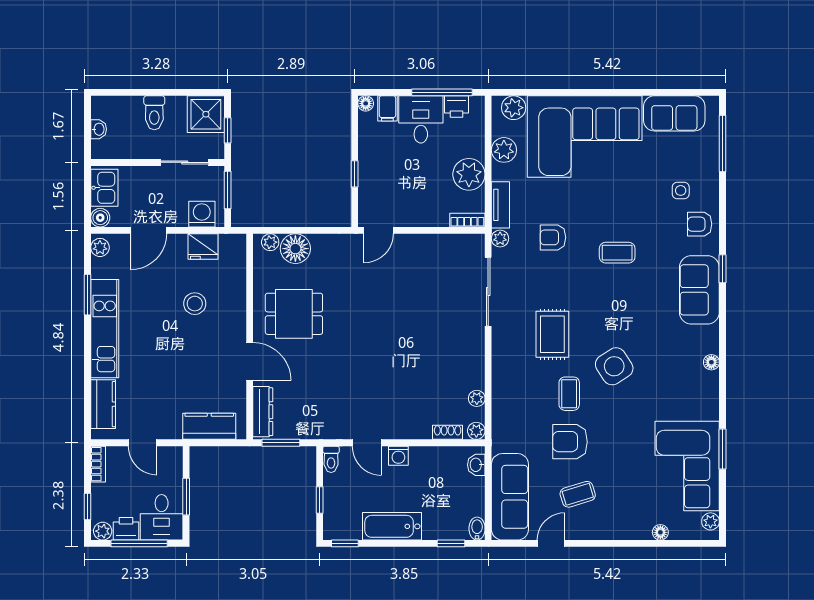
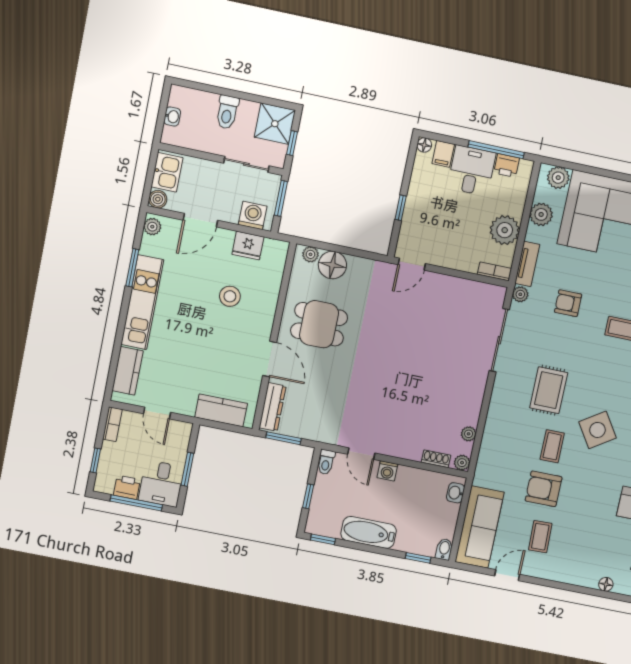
coffee table: (578, 494) -> (540, 537), turned -75
plant: (103, 531) -> (105, 485), removed

